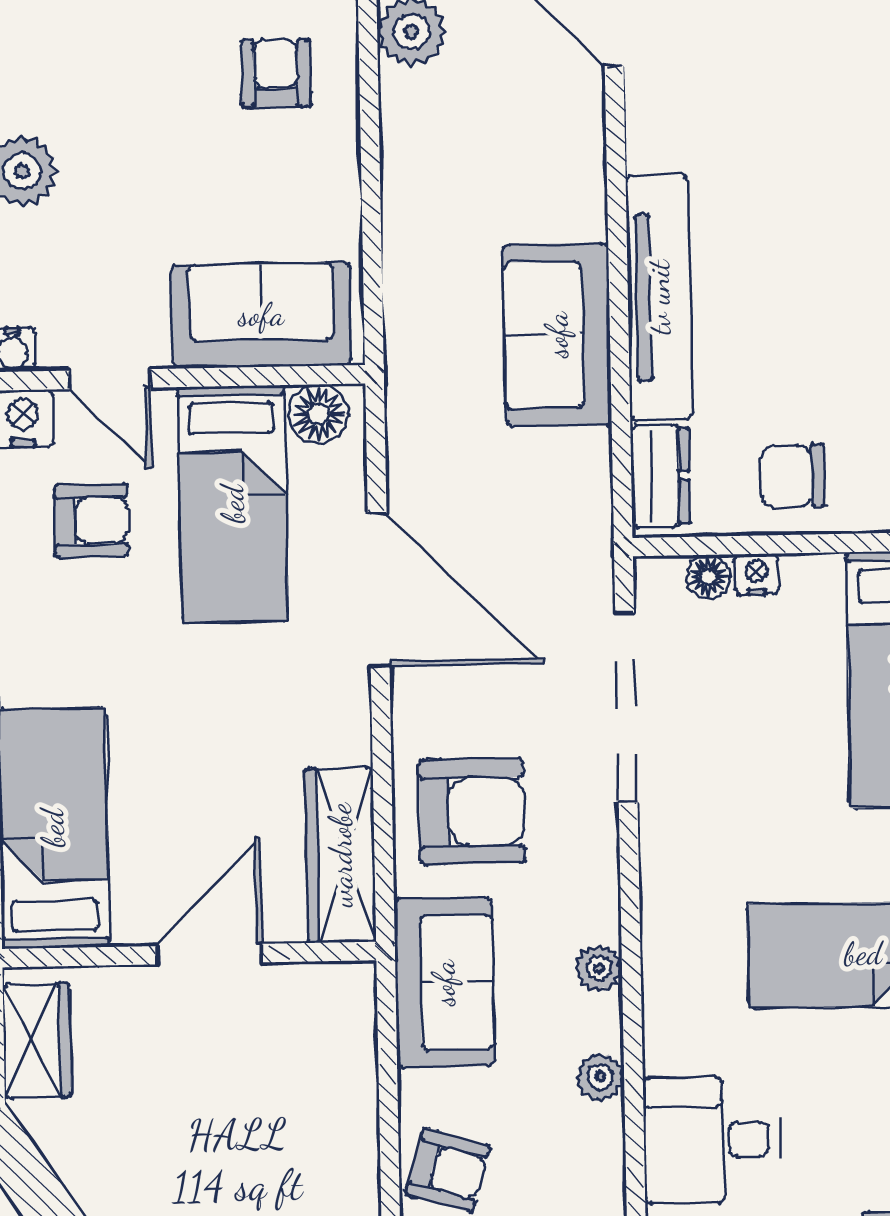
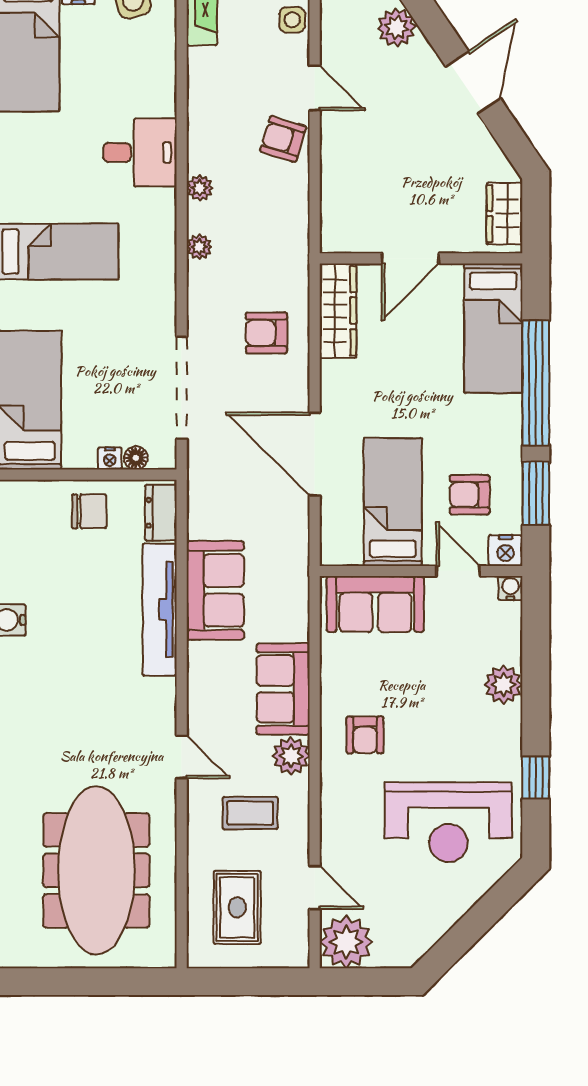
floor lamp: (319, 414) -> (345, 550), removed
armchair: (472, 812) -> (266, 333), width x0.72, depth x0.72
sofa: (444, 983) -> (283, 689), moved

